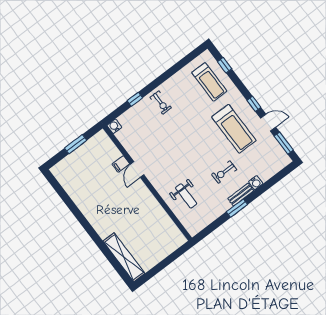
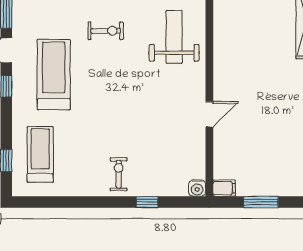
filing cabinet: (121, 164) -> (224, 188), moved
weight bench: (186, 196) -> (174, 37), width x1.36, depth x1.33

